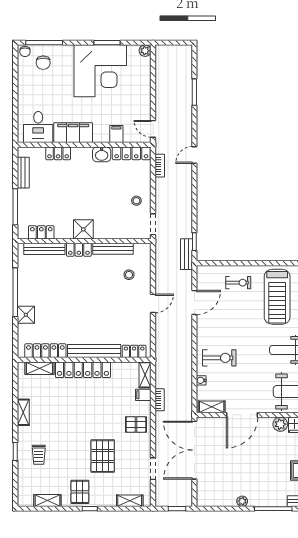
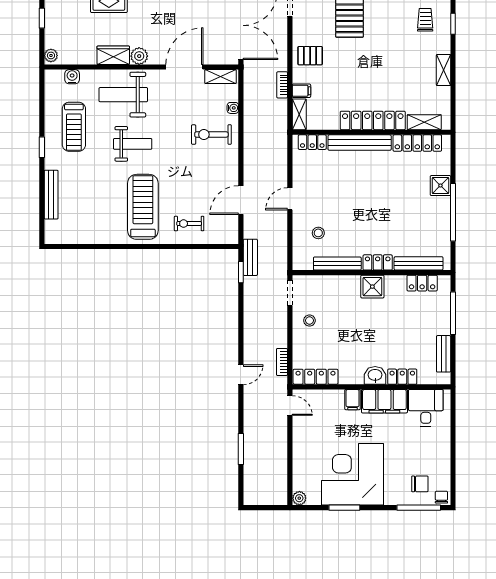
chair: (43, 63) -> (420, 484), turned 90
filing cabinet: (116, 134) -> (353, 400), moved
washbasin: (102, 154) -> (375, 375), moved

